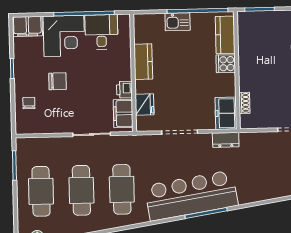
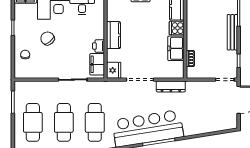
kitchen counter: (143, 62) -> (114, 35), moved
chair: (58, 81) -> (48, 38), turned -130
fridge: (145, 104) -> (114, 70), moved
freezer: (226, 113) -> (176, 48), moved
dresser: (226, 140) -> (171, 86), width x1.44

